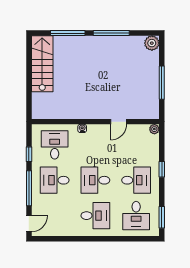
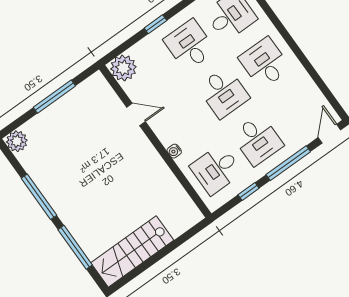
plant: (154, 129) -> (123, 68), width x1.87, depth x1.87
door: (29, 224) -> (329, 134), hinge flipped

